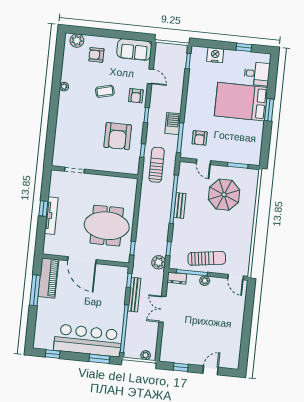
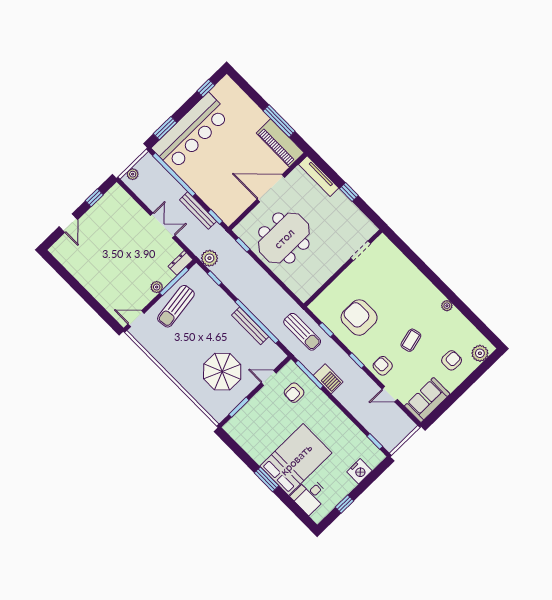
armchair: (200, 138) -> (294, 393), turned -90
bench: (180, 205) -> (250, 326), width x1.36
tv unit: (51, 216) -> (319, 176), moved

